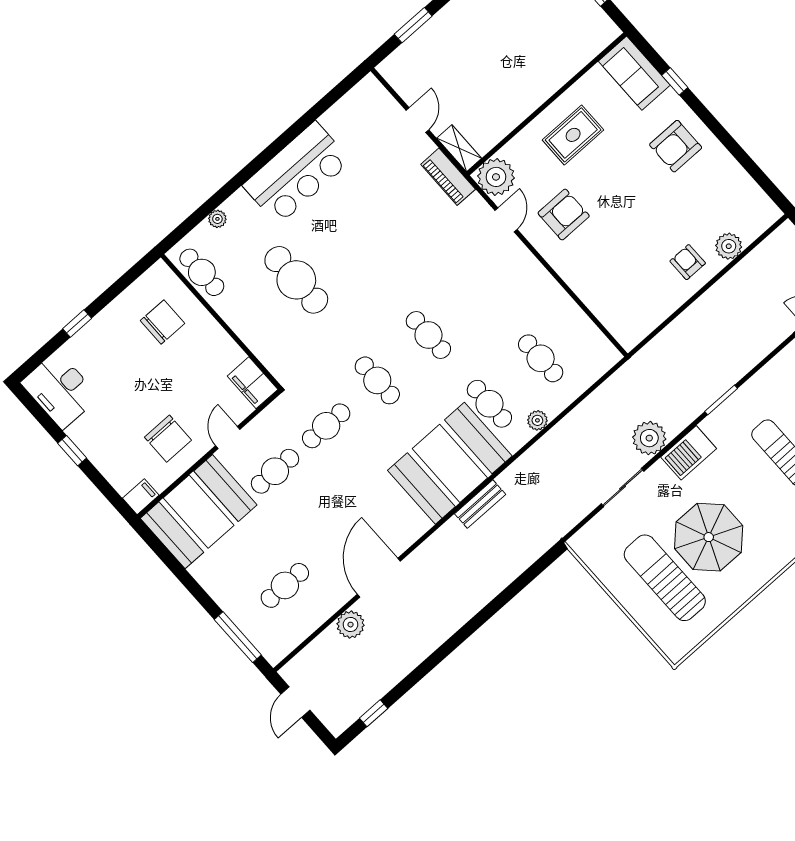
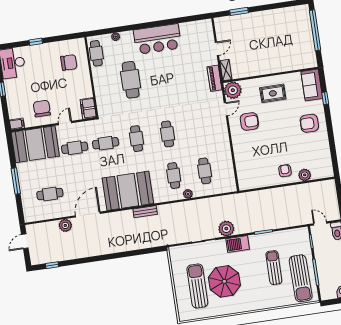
chair: (168, 439) -> (42, 109), turned 180
booth: (450, 463) -> (128, 191), moved
window: (238, 637) -> (16, 181), moved

